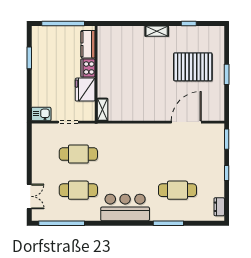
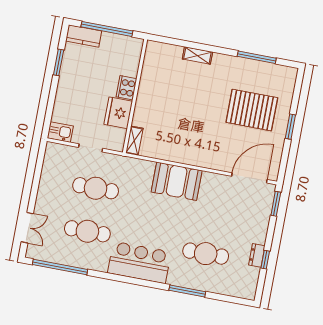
window: (189, 23) -> (257, 57), width x2.17
shelving: (157, 31) -> (197, 55), moved
kitchen counter: (88, 44) -> (84, 36), moved, turned -90
door: (186, 122) -> (249, 178), moved
booth: (143, 136) -> (177, 181), added
window: (227, 173) -> (265, 260), moved
dresser: (219, 207) -> (257, 255), moved

